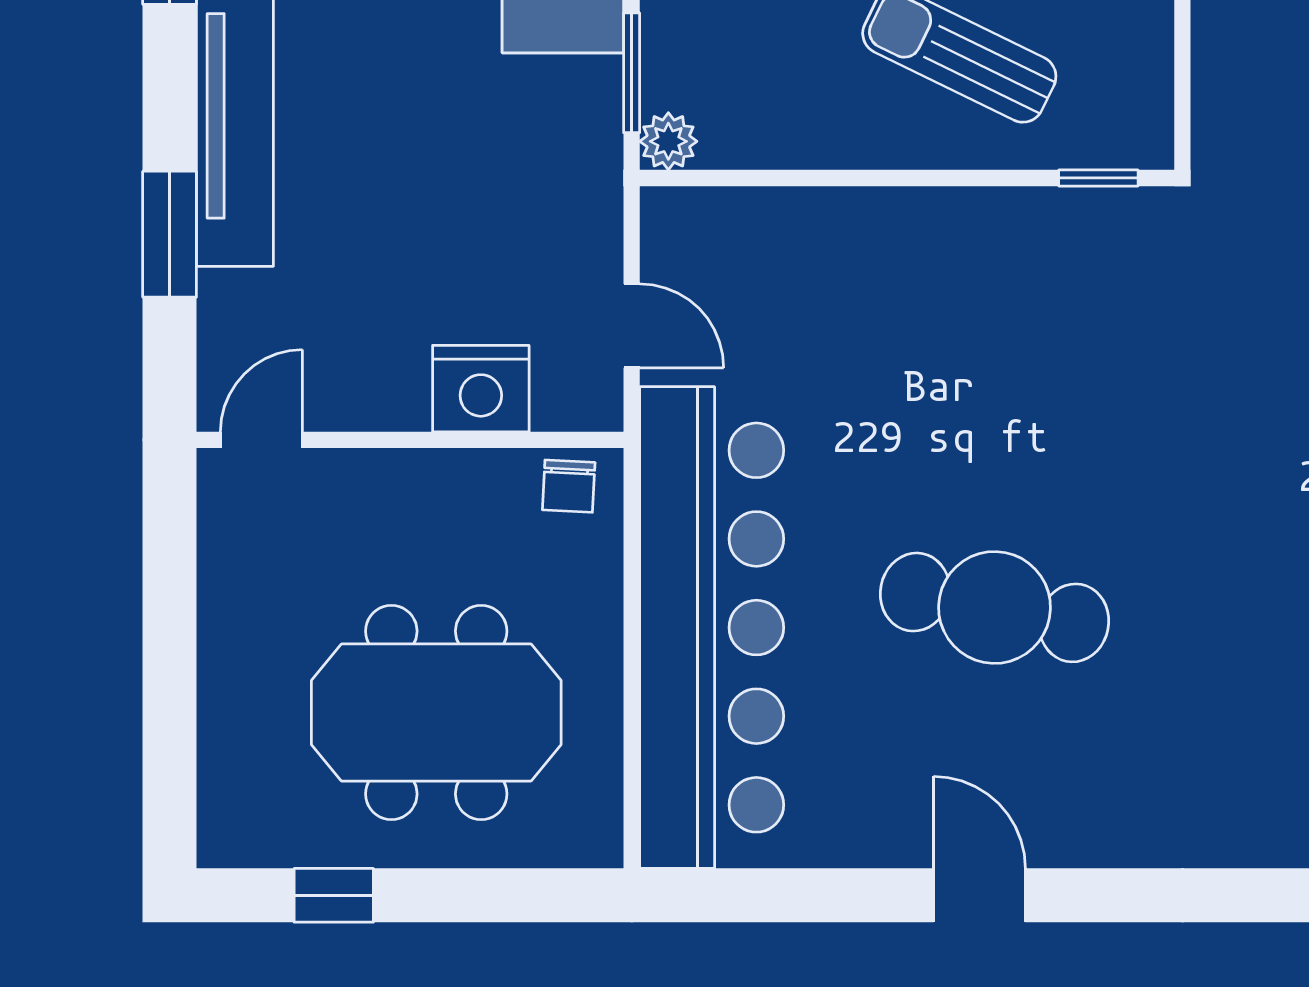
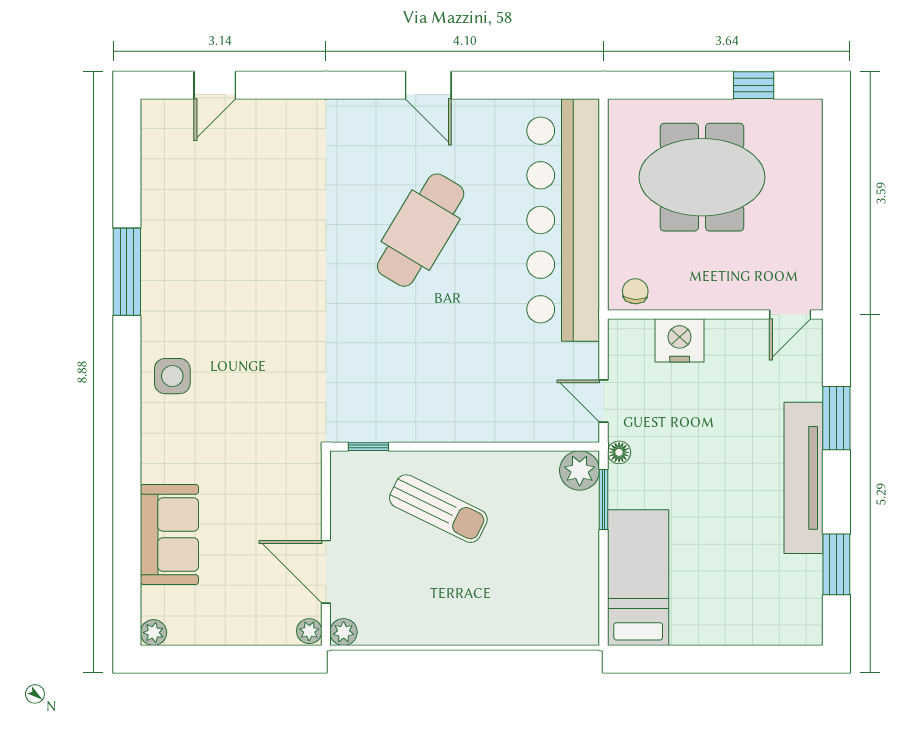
plant: (668, 141) -> (580, 470), width x1.38, depth x1.38
floor lamp: (601, 166) -> (619, 452), added
door: (632, 326) -> (603, 401), moved
cafe table: (995, 607) -> (421, 230), turned -70

